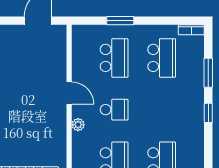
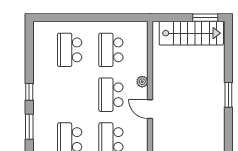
school desk: (114, 110) -> (111, 95), width x1.85

